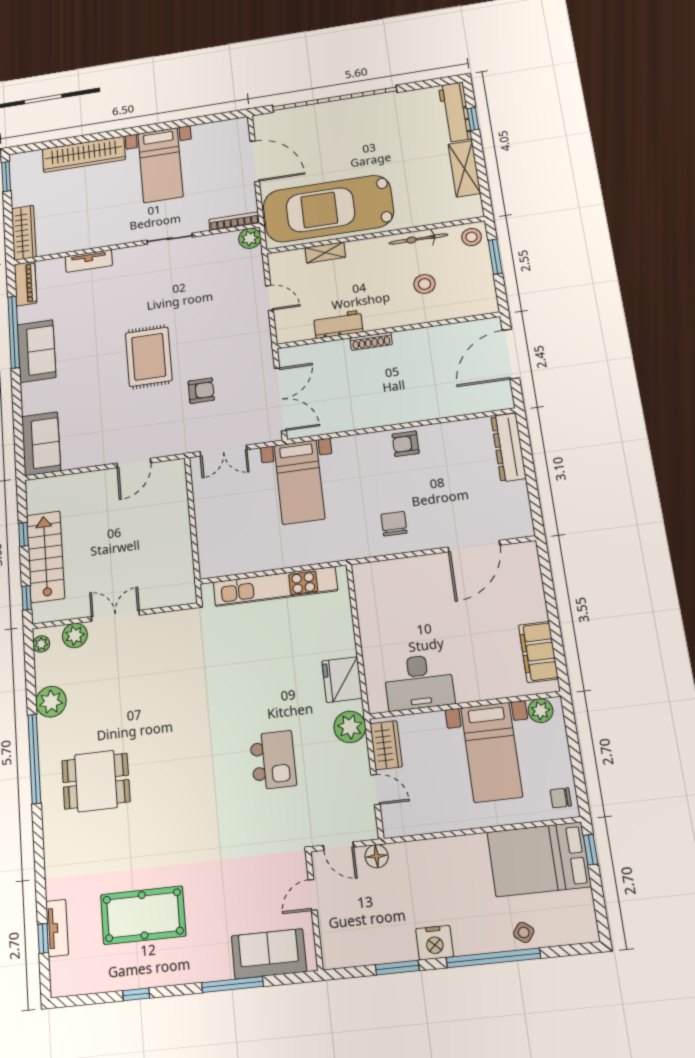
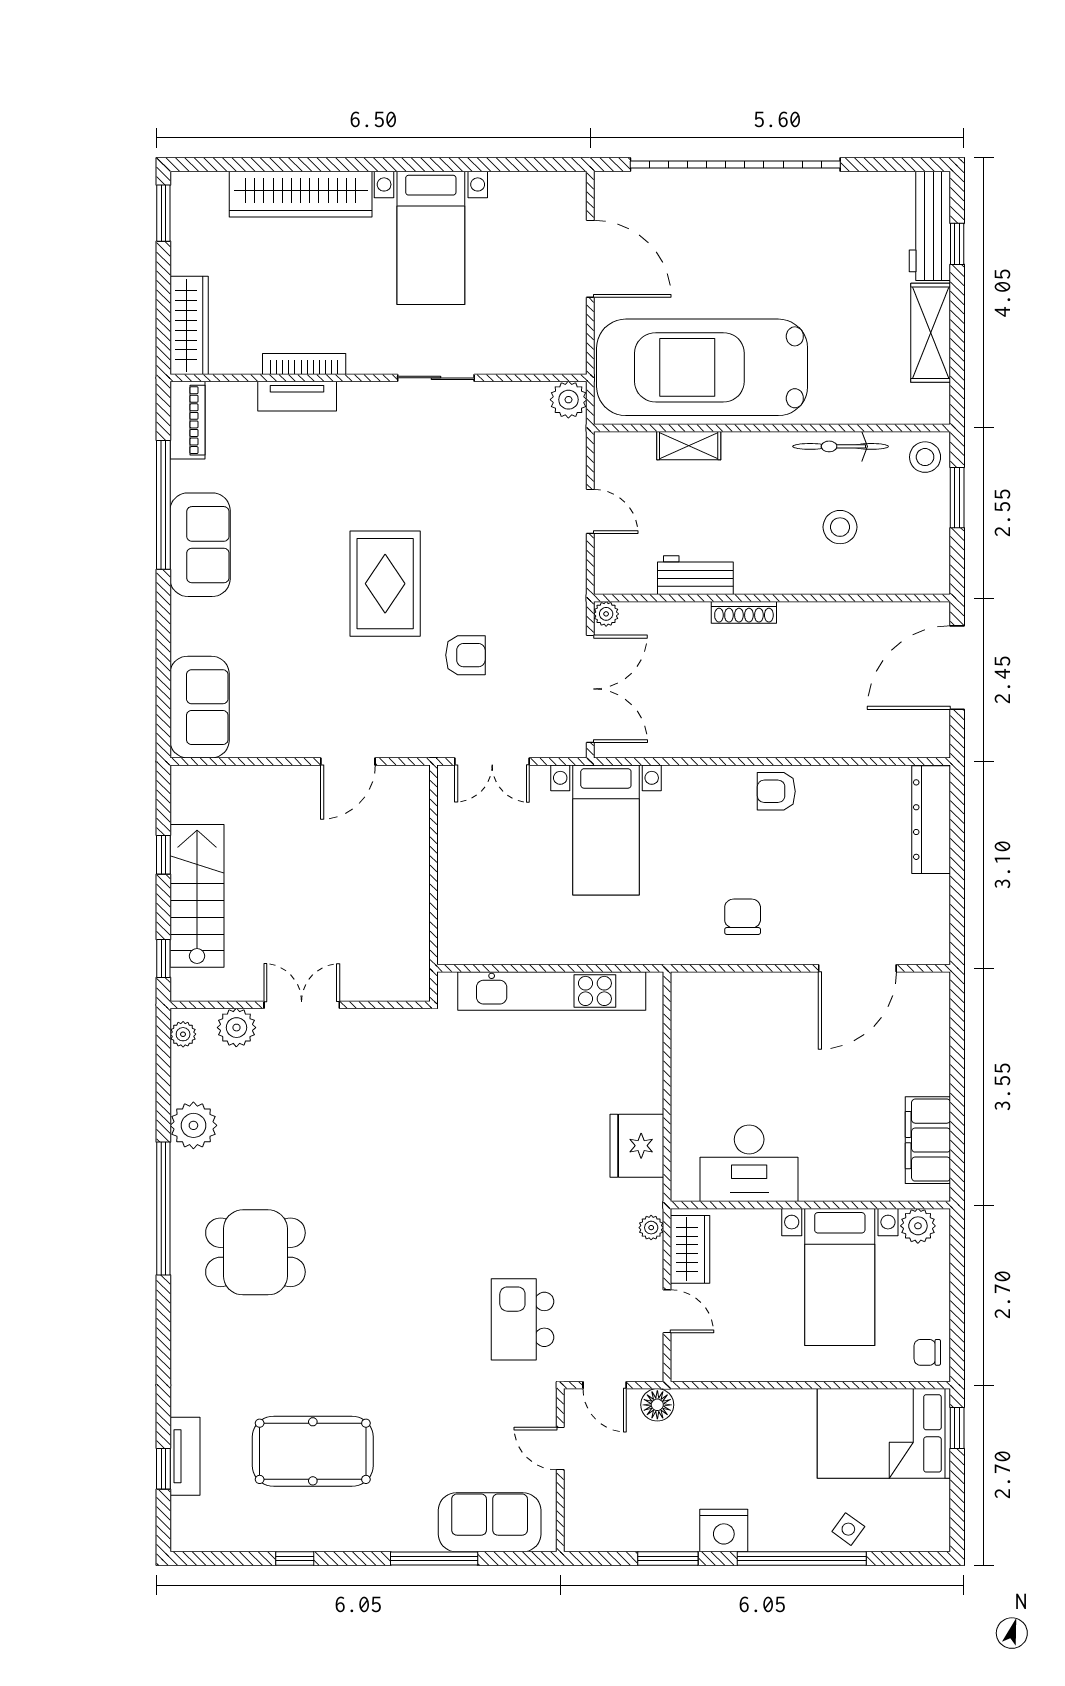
bookcase: (234, 221) -> (304, 364), moved
plant: (286, 354) -> (606, 614), added
plant: (350, 727) -> (651, 1228), width x0.53, depth x0.53
kitchen island: (273, 760) -> (522, 1319), moved, turned 180
door: (313, 895) -> (560, 1449), hinge flipped

